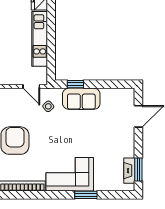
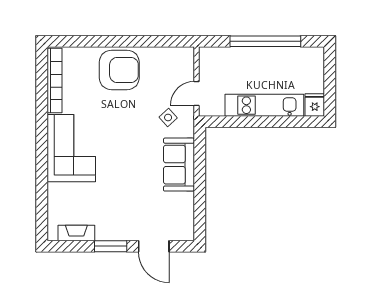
window: (75, 84) -> (200, 156), removed
window: (138, 169) -> (111, 246), moved
window: (86, 195) -> (42, 171), removed

